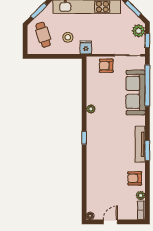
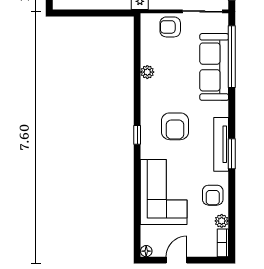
plant: (91, 109) -> (147, 72), moved
armchair: (109, 132) -> (175, 126), added
corner sofa: (102, 176) -> (164, 192), added
armchair: (135, 178) -> (213, 195), turned -90

